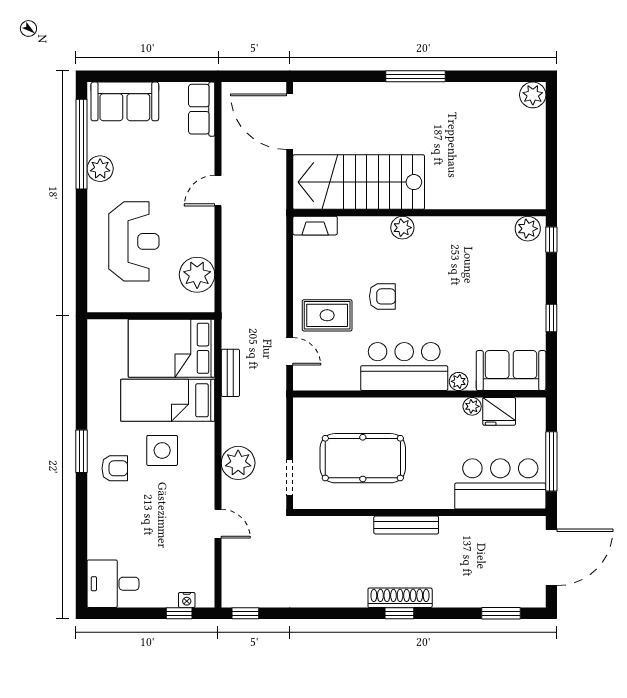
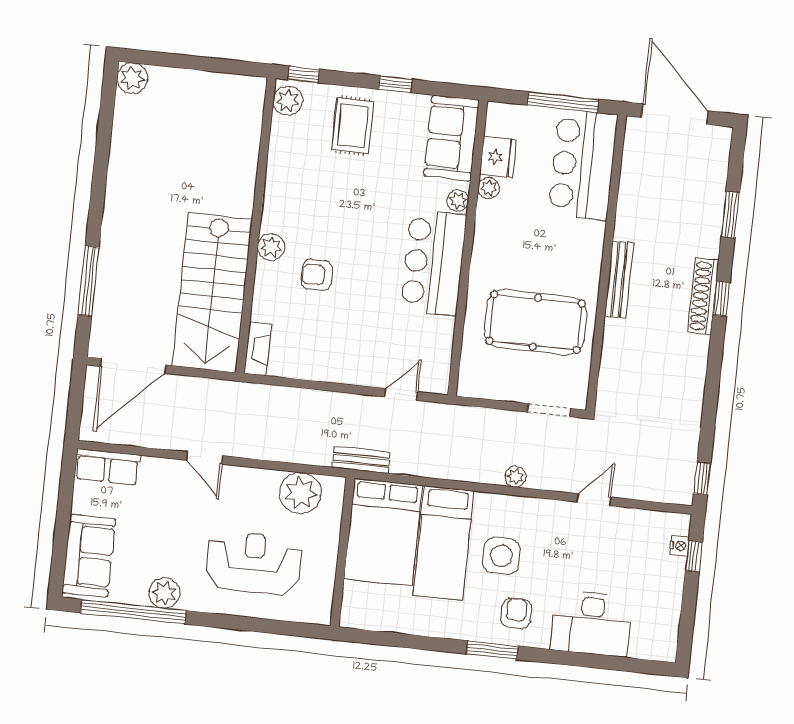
window: (415, 76) -> (89, 281), moved
armchair: (382, 296) -> (317, 275), moved, turned -90
rug: (327, 315) -> (353, 126), moved
bench: (230, 373) -> (361, 460), moved
pool table: (363, 458) -> (535, 322), turned 90
plant: (238, 463) -> (515, 477), width x0.53, depth x0.53
desk: (113, 584) -> (592, 624), moved, width x1.37
window: (501, 613) -> (730, 215), moved

